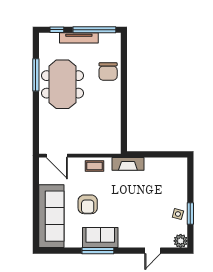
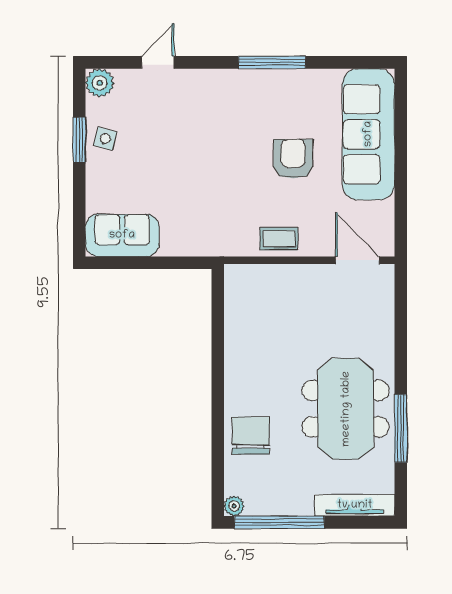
window: (57, 30) -> (357, 522), removed
tv unit: (79, 38) -> (355, 505), moved
plant: (116, 38) -> (234, 506), added
fireplace: (128, 164) -> (209, 243), removed
sofa: (100, 237) -> (122, 235), moved, turned 180

